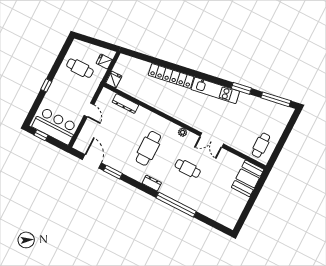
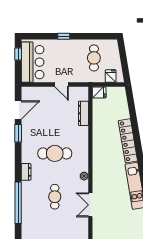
door: (89, 110) -> (62, 85), hinge flipped

